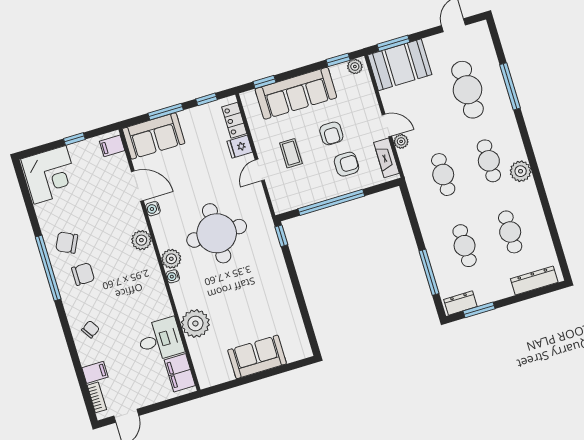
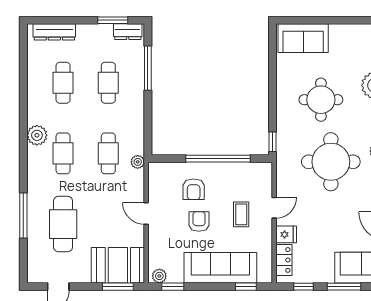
plant: (401, 141) -> (138, 162), moved
fireplace: (386, 158) -> (155, 184), removed
armchair: (346, 164) -> (194, 189), turned -90
round table: (245, 293) -> (321, 100), added
sofa: (257, 357) -> (303, 38), moved

